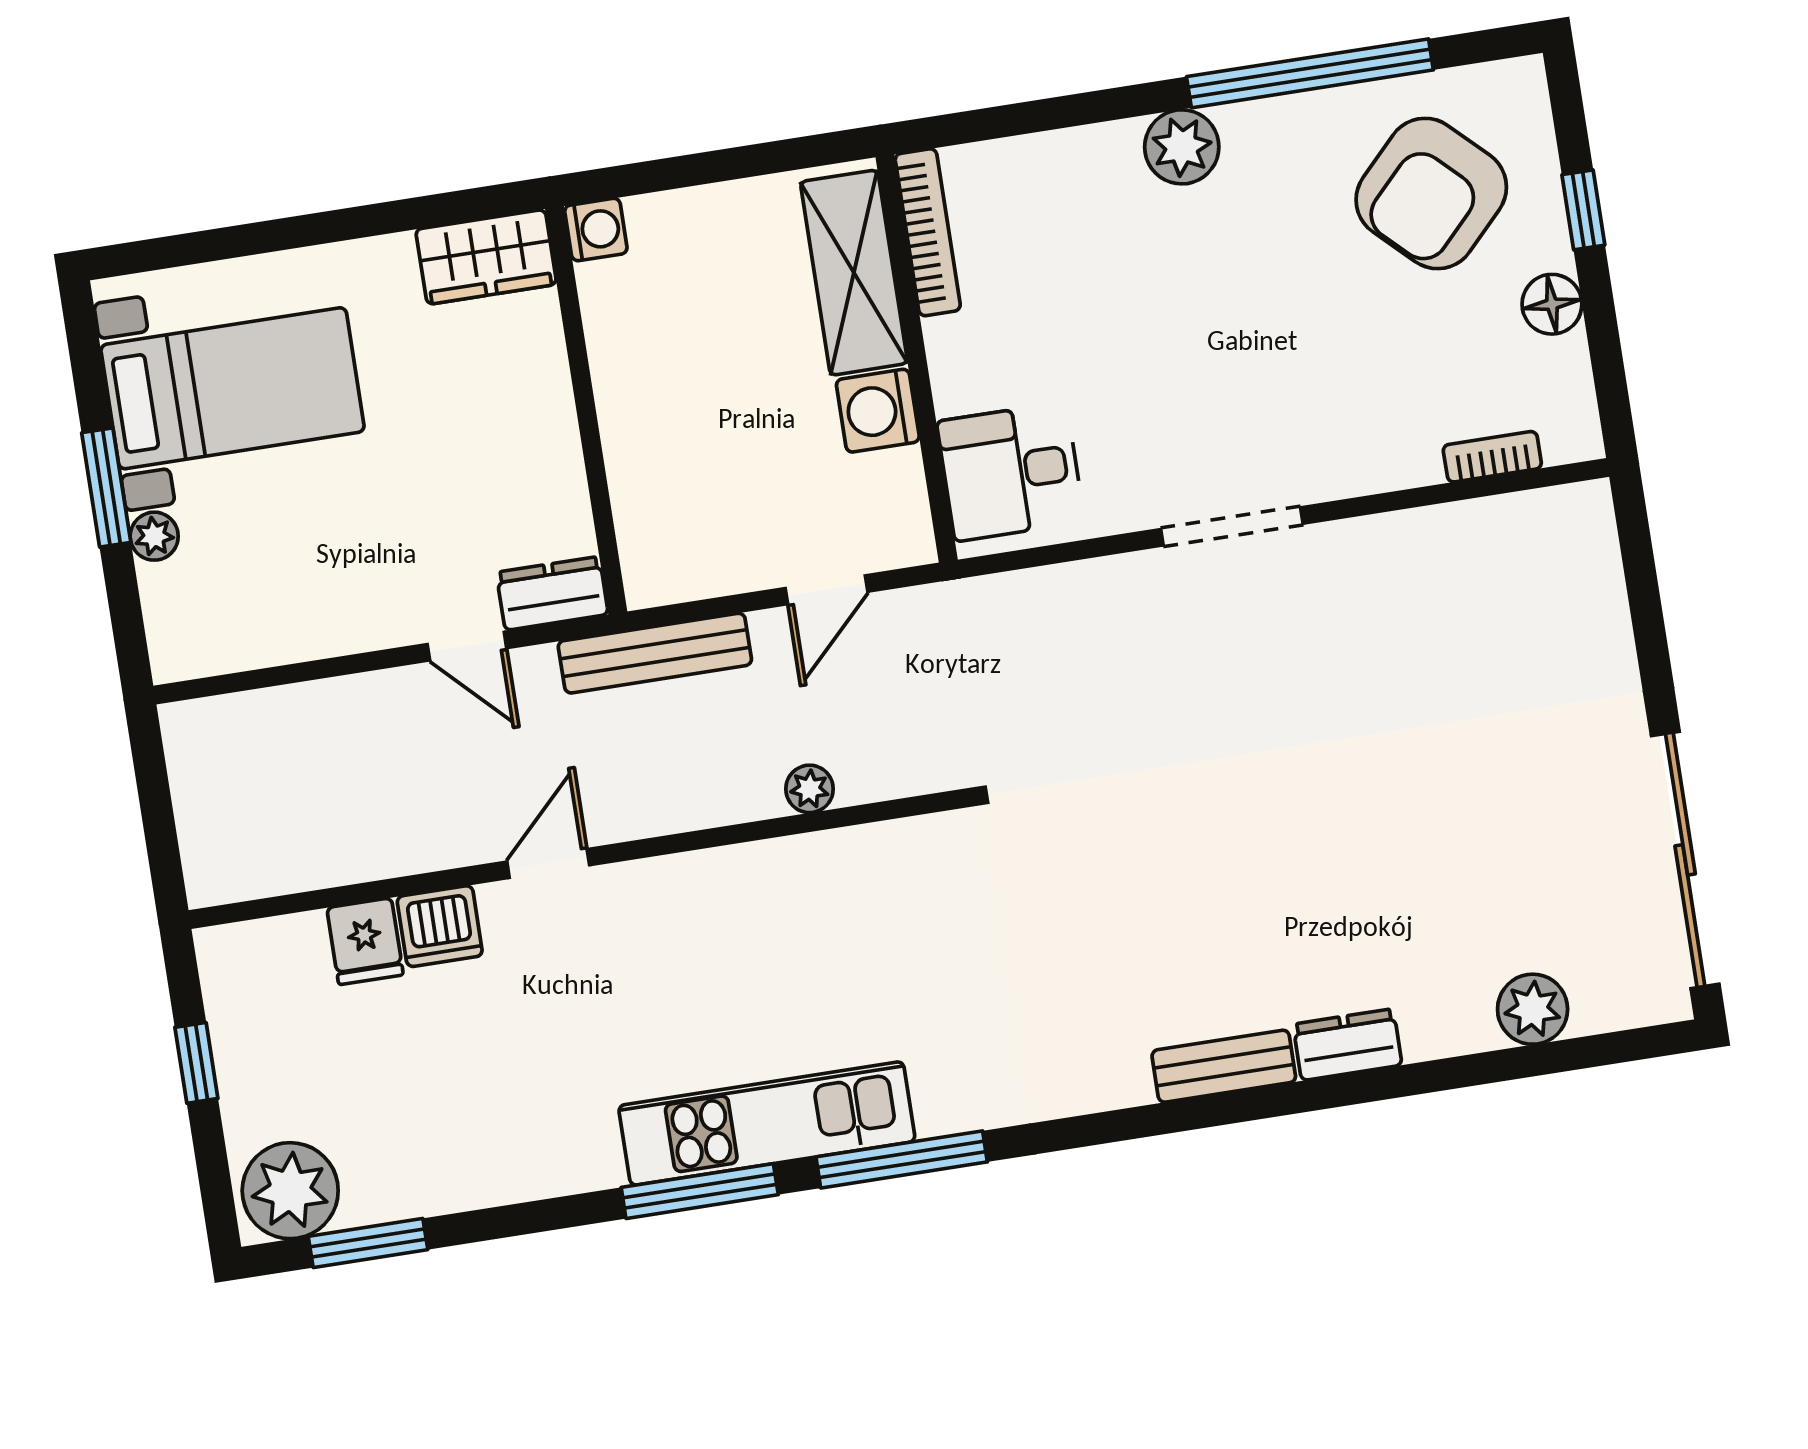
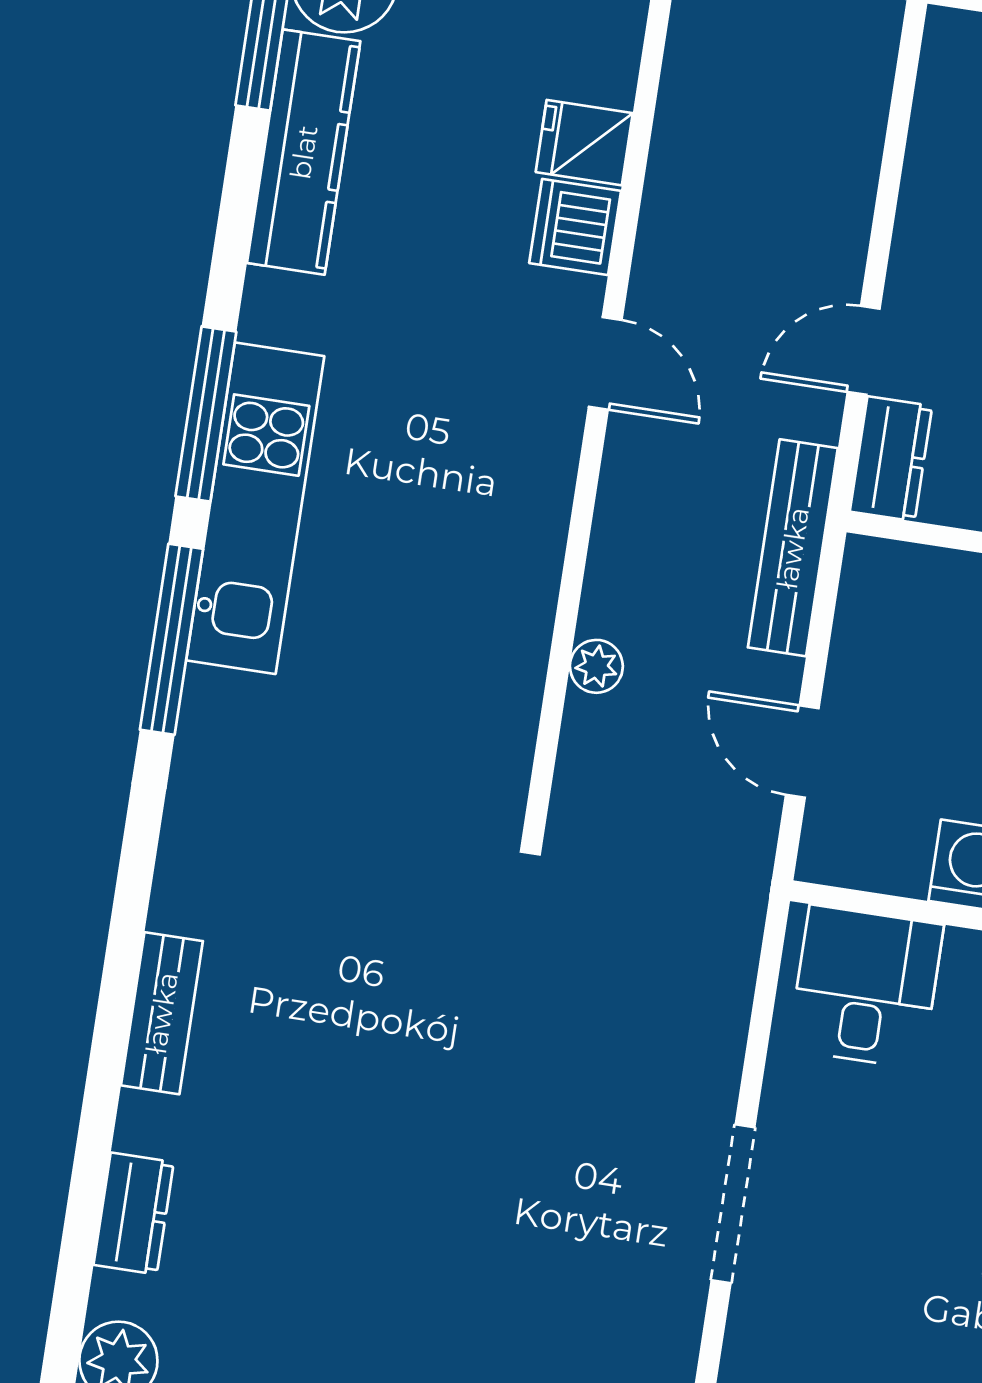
dresser: (1347, 1045) -> (134, 1214), moved
kitchen counter: (449, 1179) -> (304, 152), added

